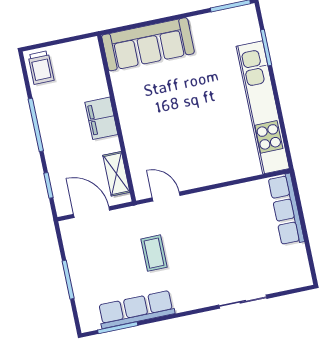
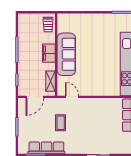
sofa: (148, 44) -> (66, 54), moved, turned -90
trolley: (41, 68) -> (48, 24), moved
door: (92, 212) -> (35, 97), swing flipped

